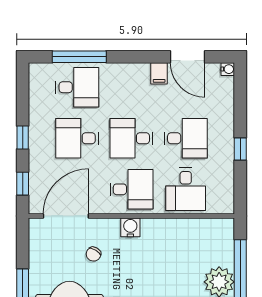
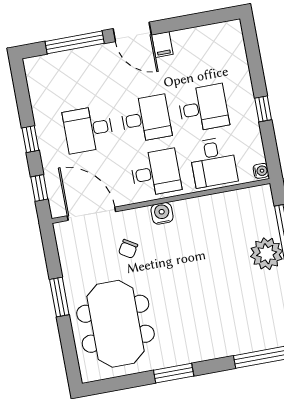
door: (187, 57) -> (132, 32), moved
water cooler: (228, 69) -> (261, 171), moved
desk: (77, 87) -> (78, 75), removed
desk: (131, 138) -> (146, 119), turned 180
door: (66, 216) -> (91, 214), hinge flipped

